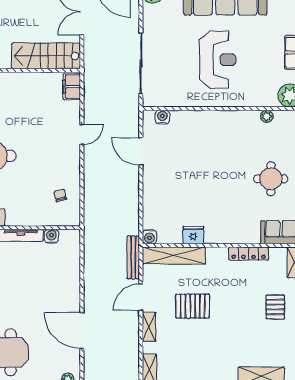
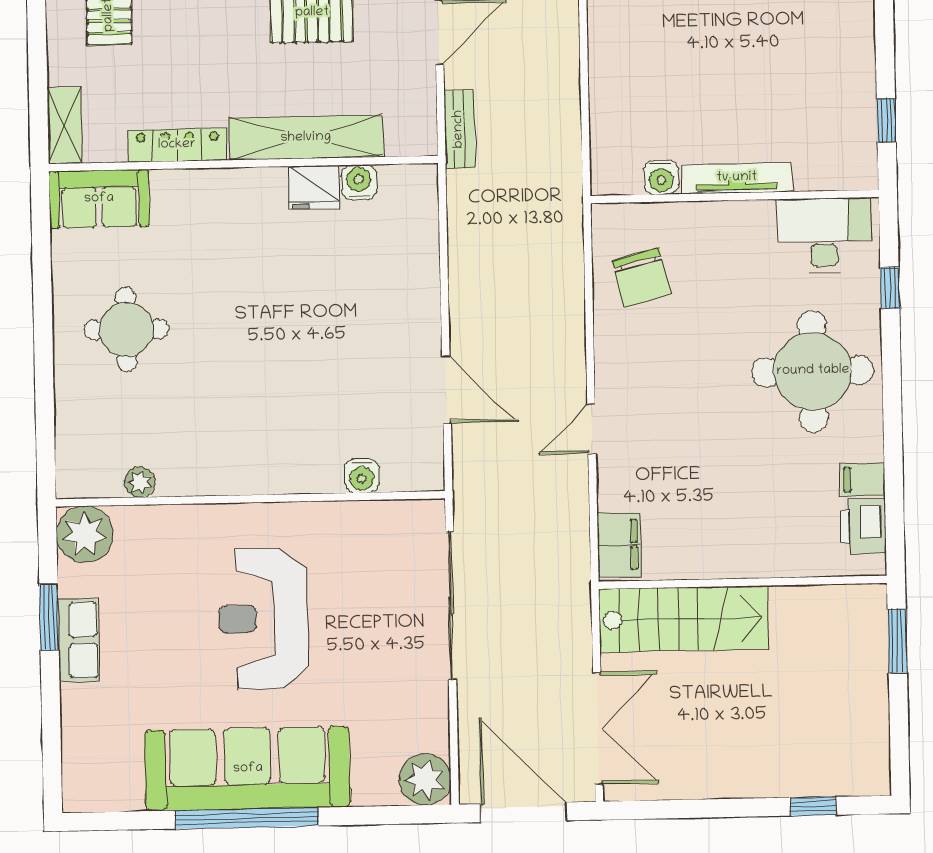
water cooler: (162, 117) -> (362, 476), moved
chair: (60, 195) -> (642, 278), width x1.87, depth x1.87
water cooler: (149, 237) -> (359, 182), moved
shelving: (174, 255) -> (306, 138), moved
bench: (133, 257) -> (459, 129), width x0.73

